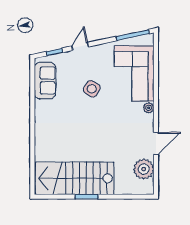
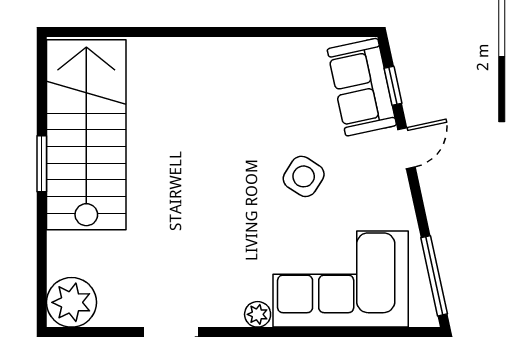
door: (80, 46) -> (406, 148), hinge flipped
sofa: (45, 80) -> (362, 87), moved, turned 78
plant: (144, 169) -> (72, 302), moved

